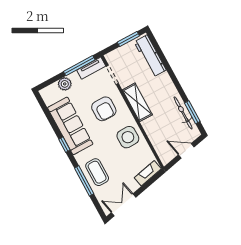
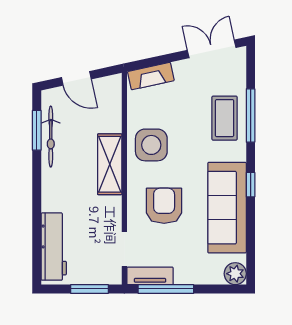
window: (128, 39) -> (89, 289), moved
plant: (65, 84) -> (235, 274), moved
shelving: (137, 102) -> (110, 164), moved
double door: (124, 205) -> (212, 49), swing flipped

